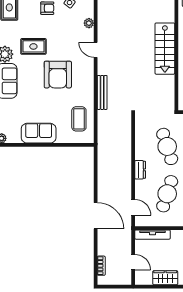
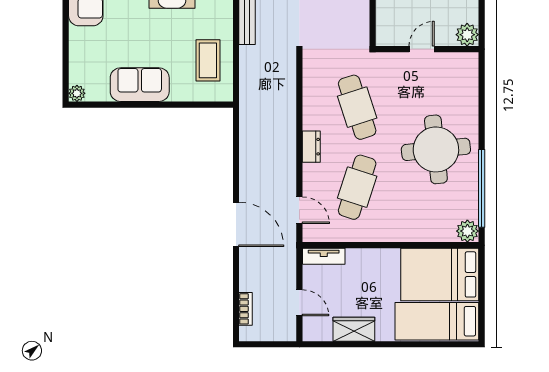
tv unit: (152, 235) -> (324, 256), width x0.71

